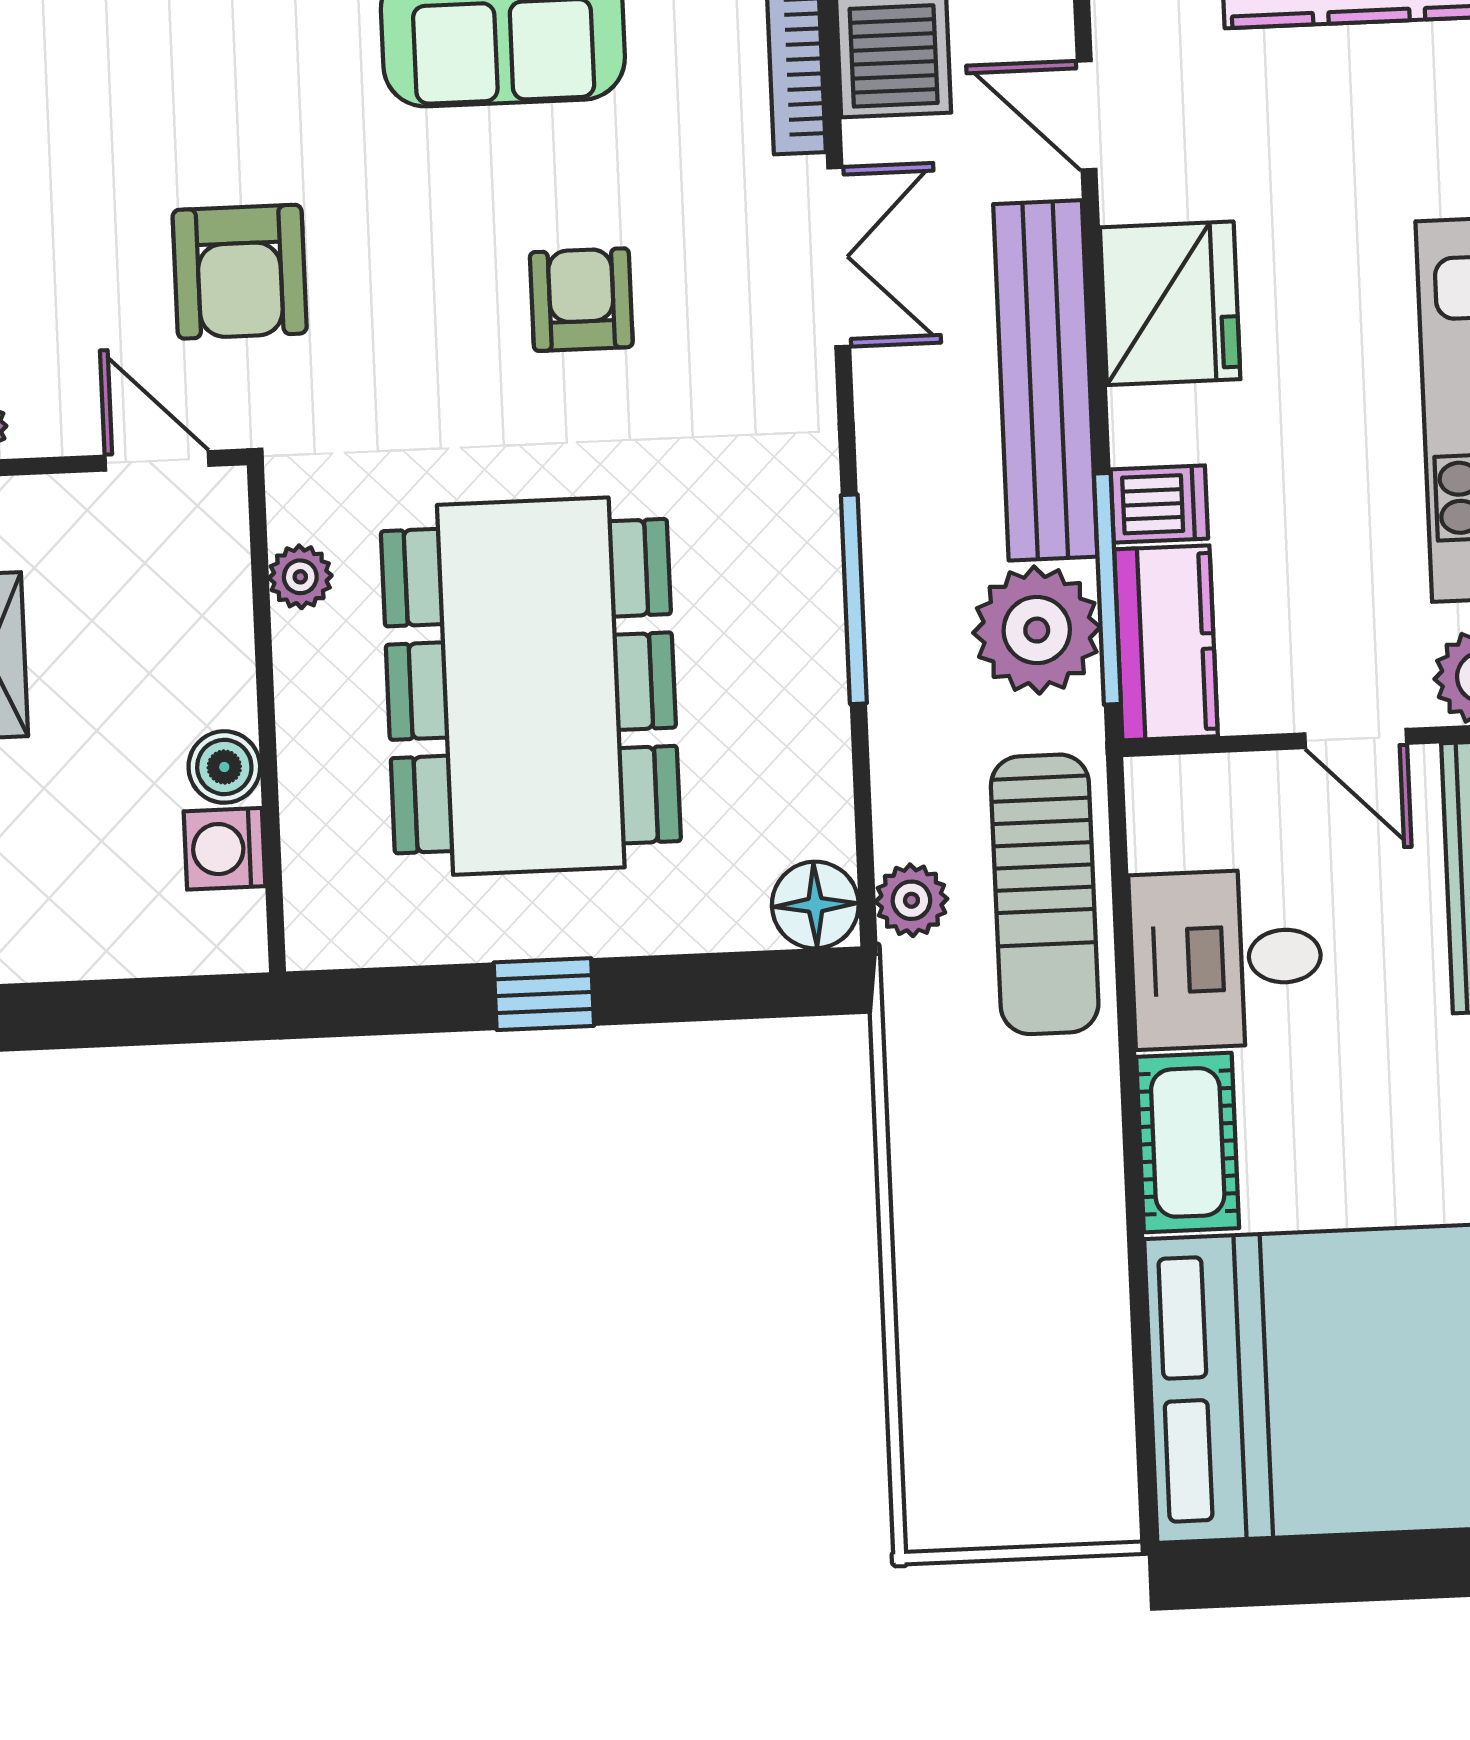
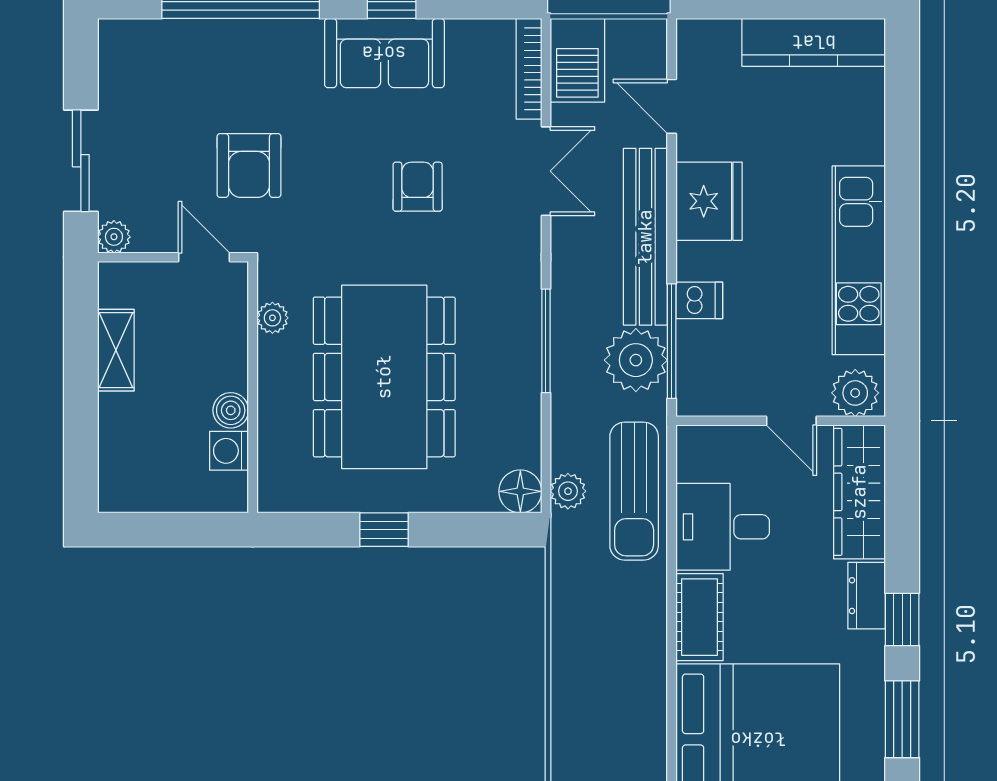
kitchen counter: (1166, 643) -> (700, 369), removed

